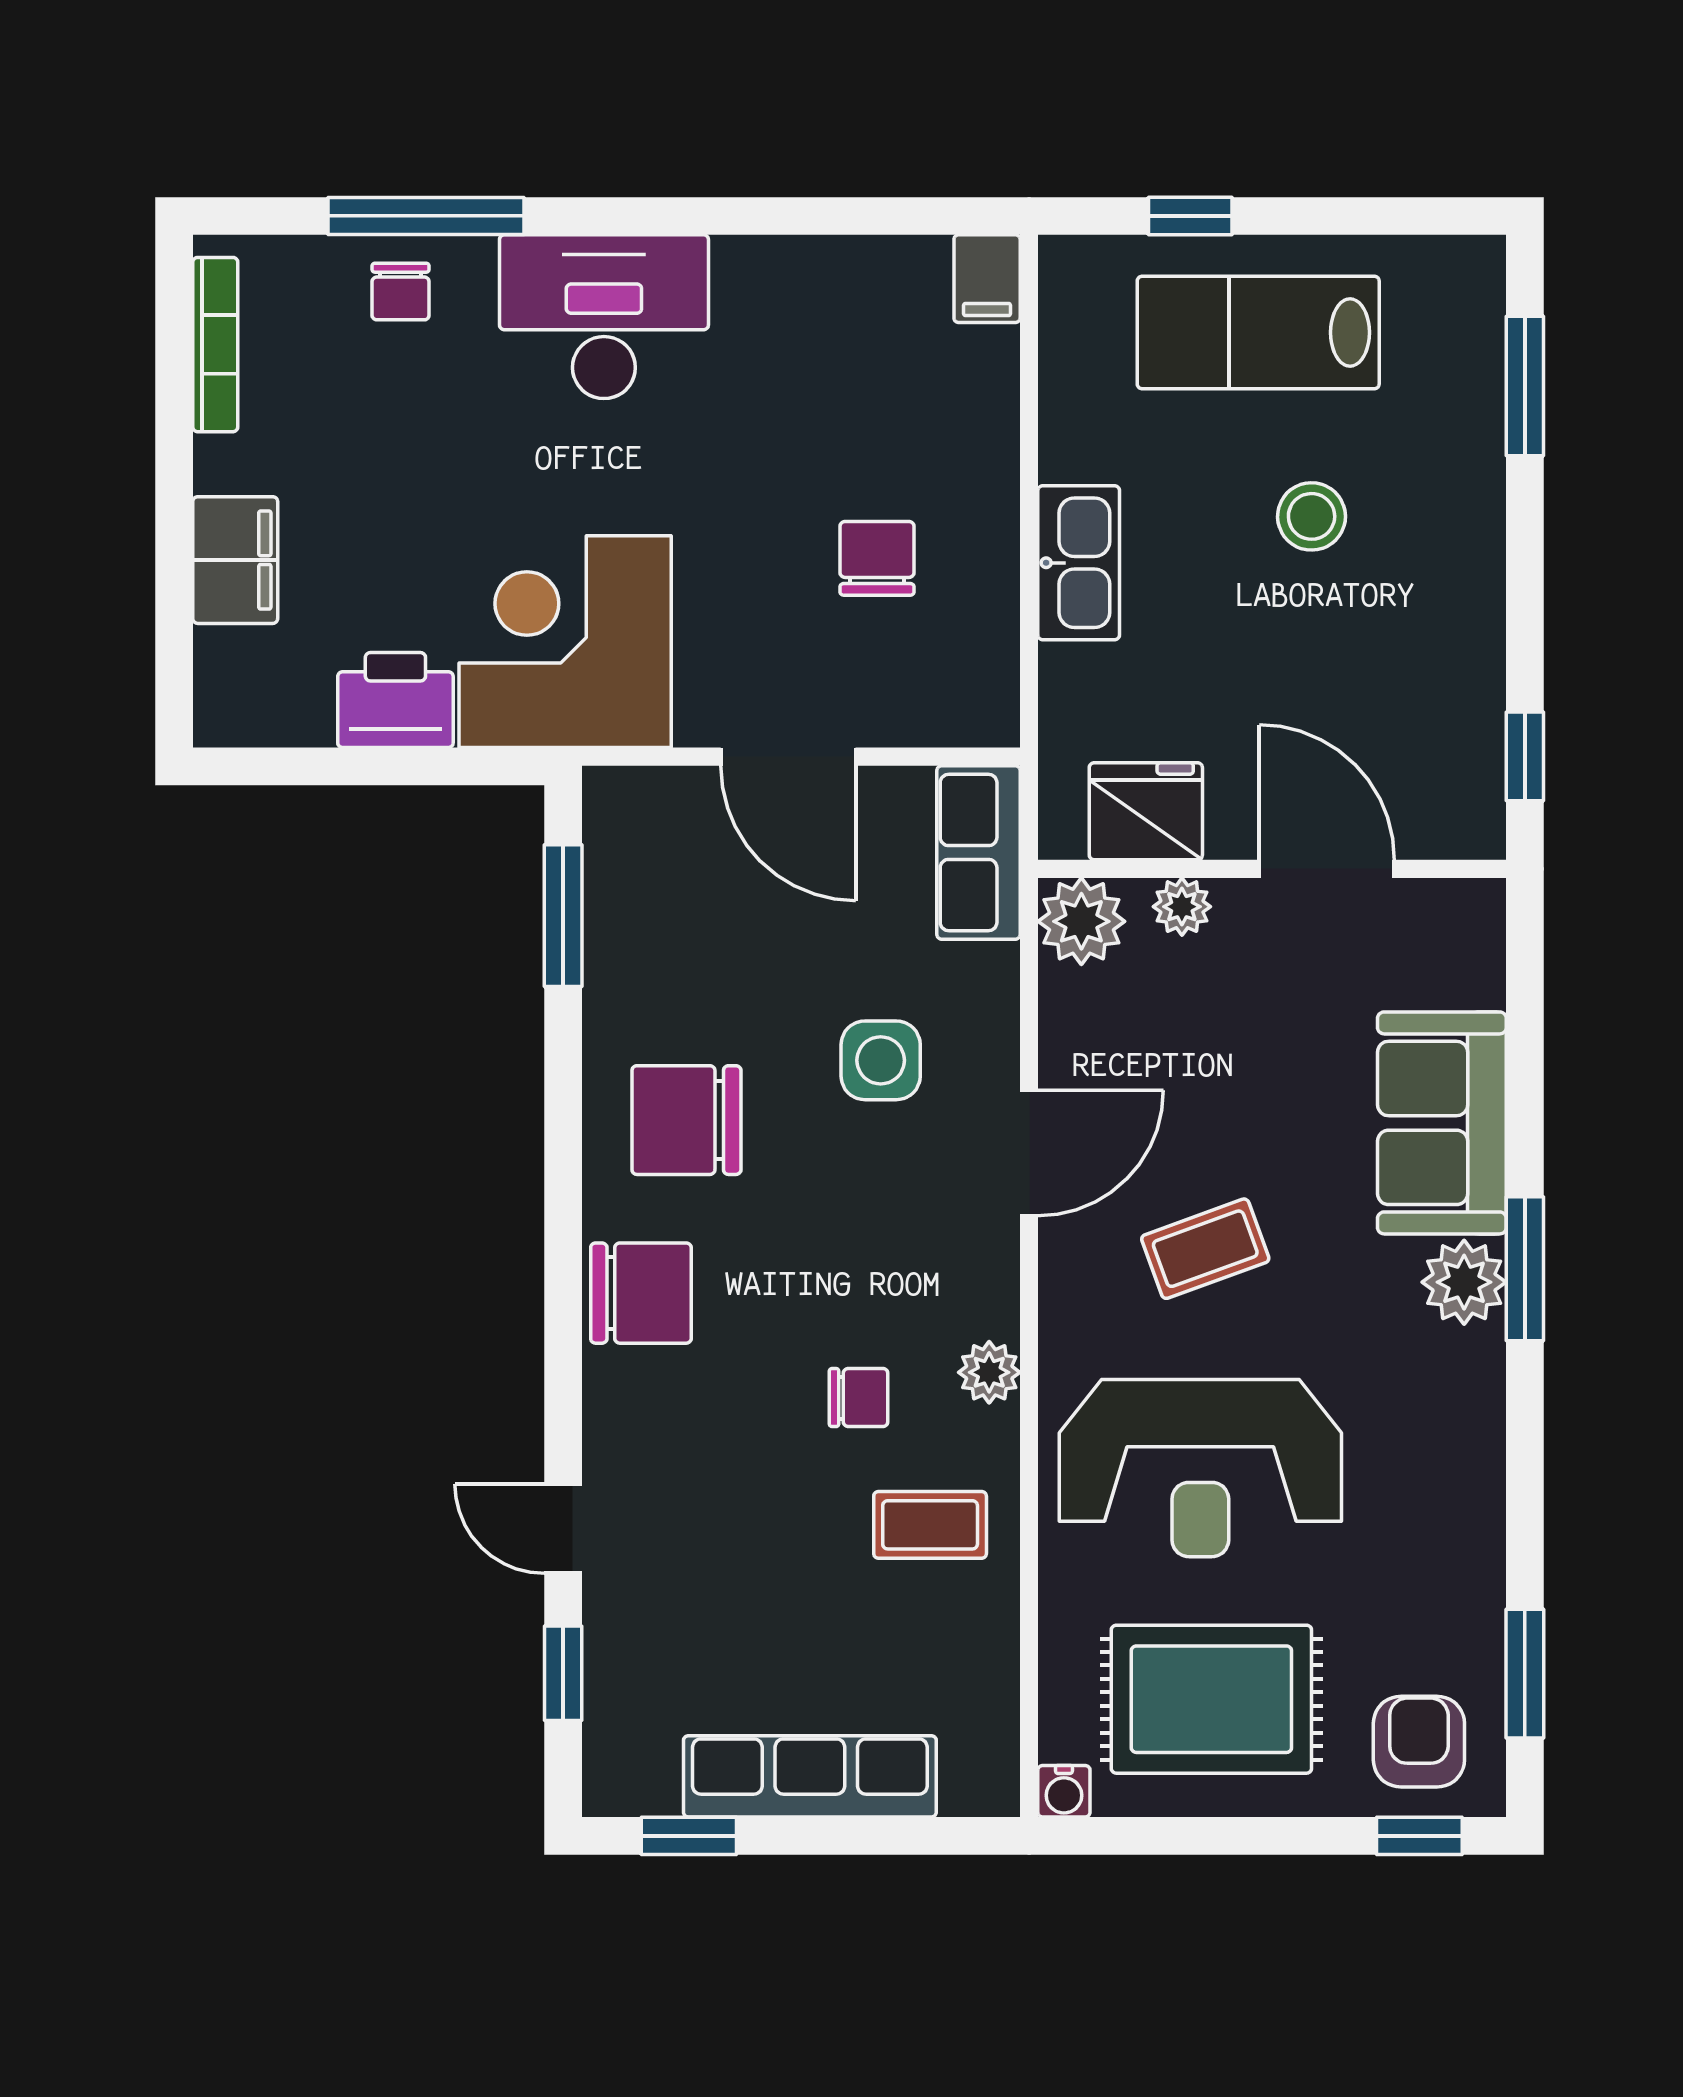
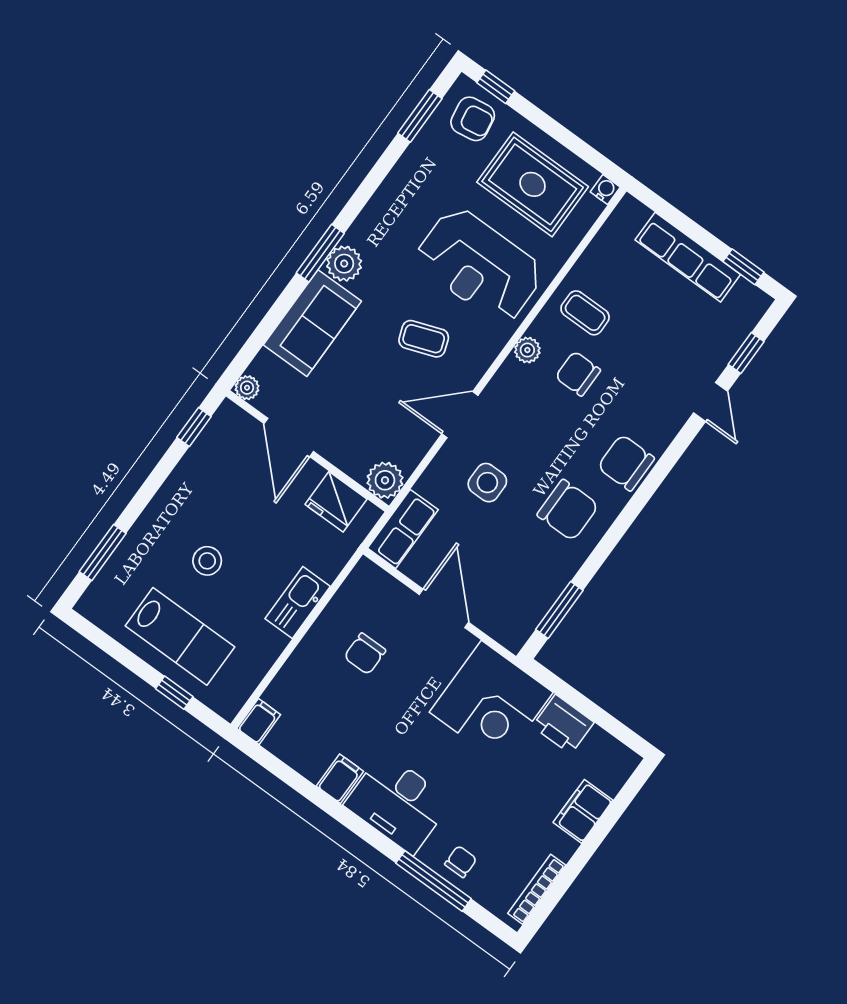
filing cabinet: (750, 282) -> (340, 779), added
plant: (1182, 907) -> (247, 388), moved
chair: (859, 1398) -> (578, 374), width x1.37, depth x1.37
reception desk: (1200, 1468) -> (479, 266), turned 180
armchair: (1419, 1742) -> (473, 119), turned -99

